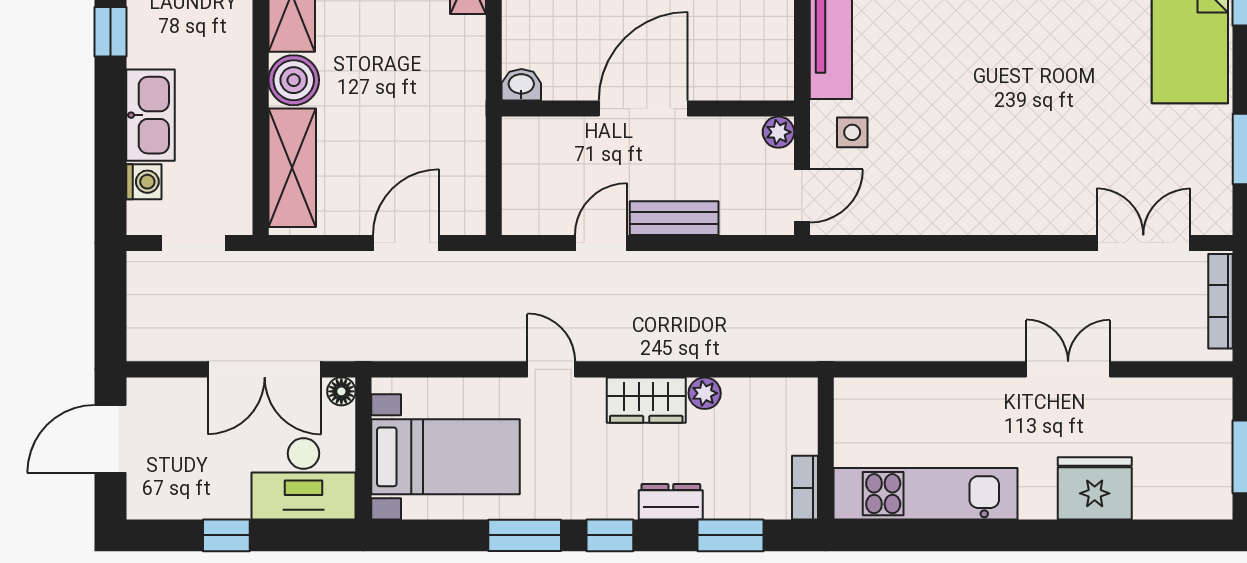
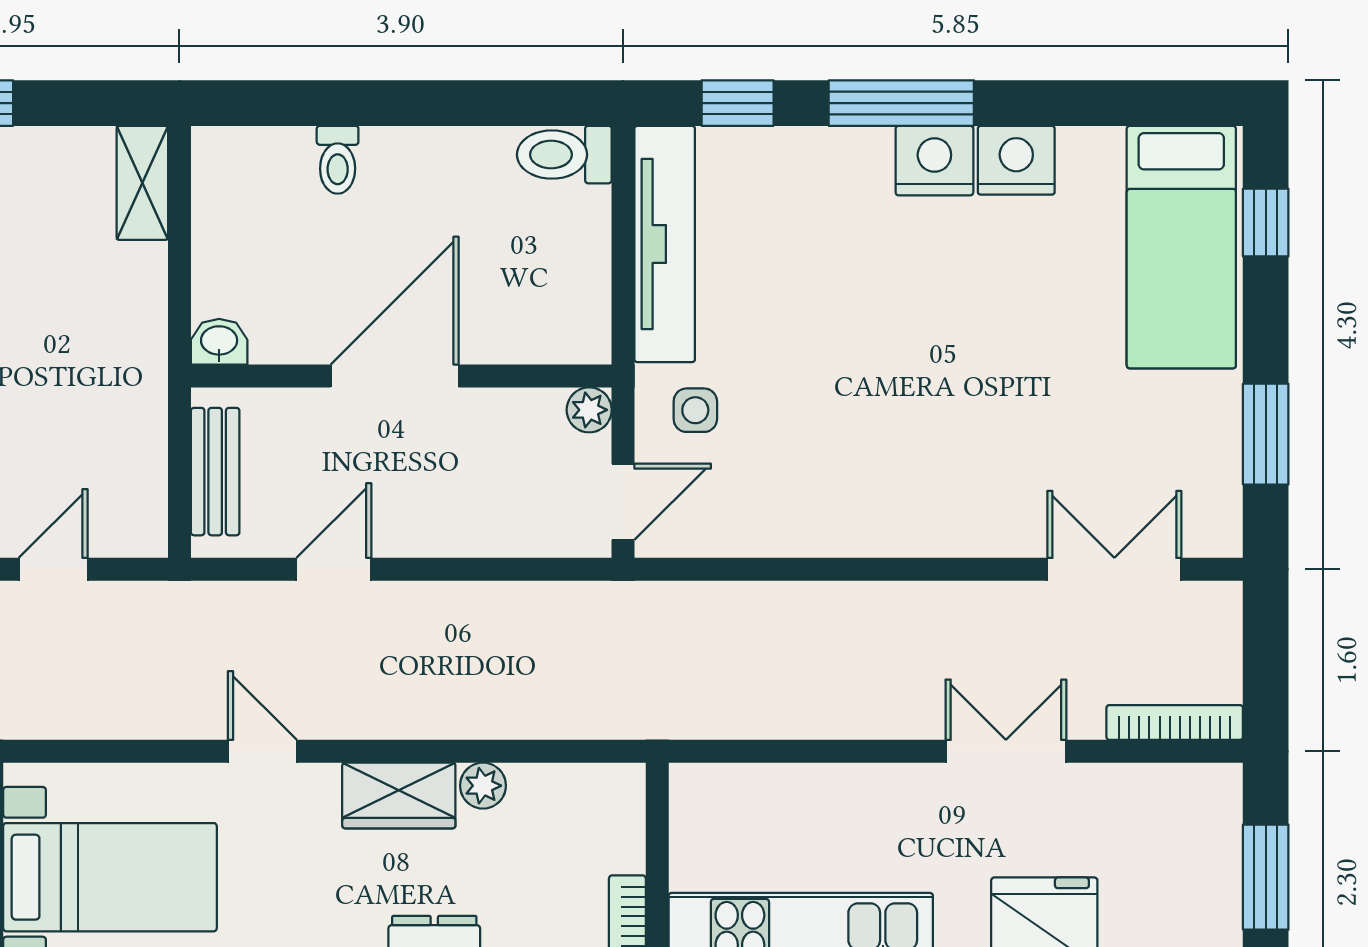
bench: (674, 218) -> (215, 472), moved, turned 90
door: (406, 243) -> (53, 569), width x0.73
bookcase: (1221, 301) -> (1175, 722), moved, turned 90

